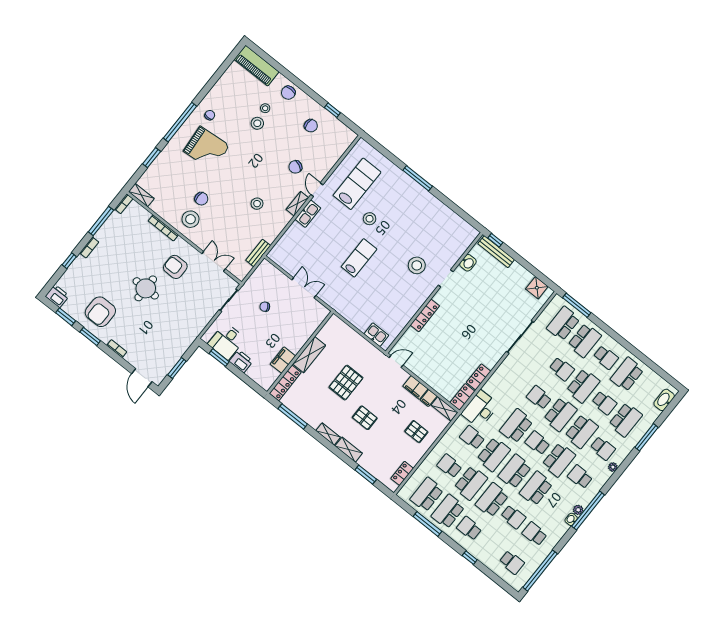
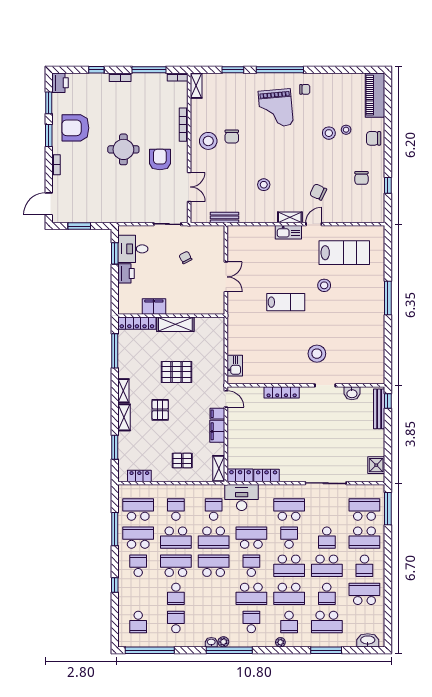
filing cabinet: (429, 398) -> (217, 414), moved
pallet: (416, 432) -> (182, 461), turned 90
school desk: (536, 488) -> (289, 510), moved

